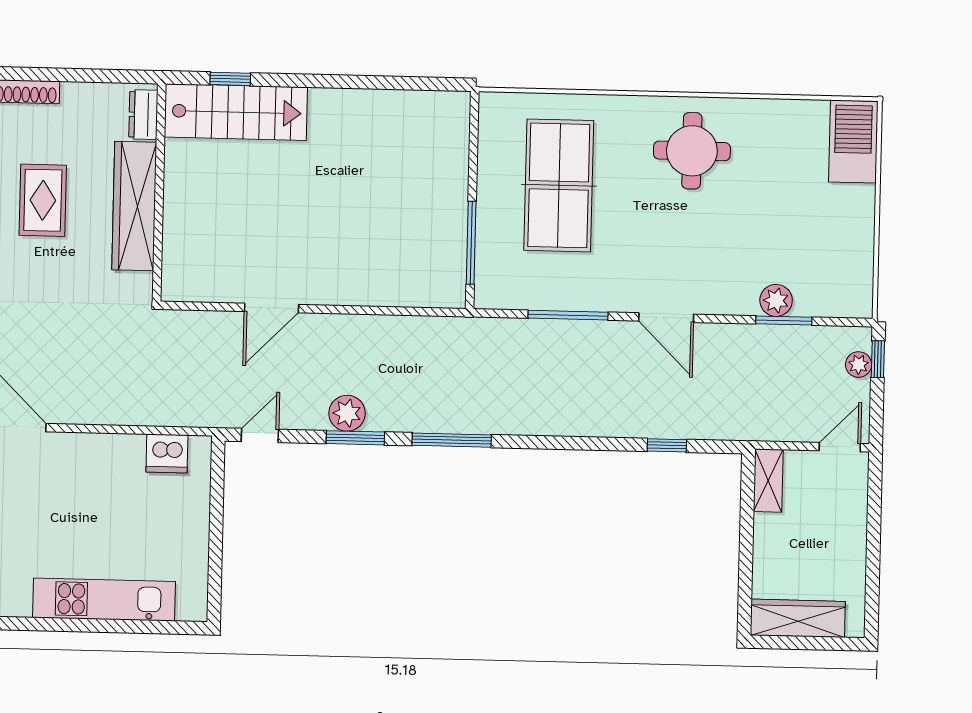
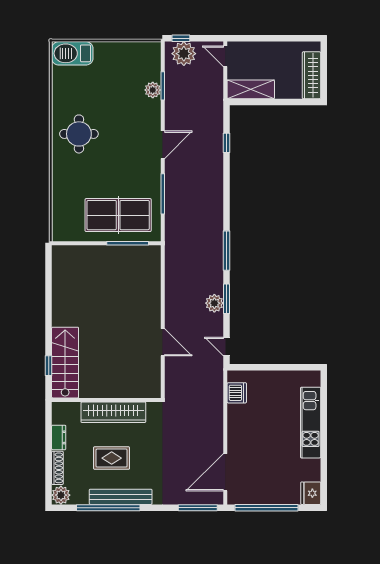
dresser: (143, 115) -> (59, 437), moved, turned -90
table tennis table: (559, 185) -> (118, 215), moved
plant: (859, 365) -> (184, 54), width x1.87, depth x1.87
shelving: (768, 481) -> (251, 89), width x1.50, depth x1.33

